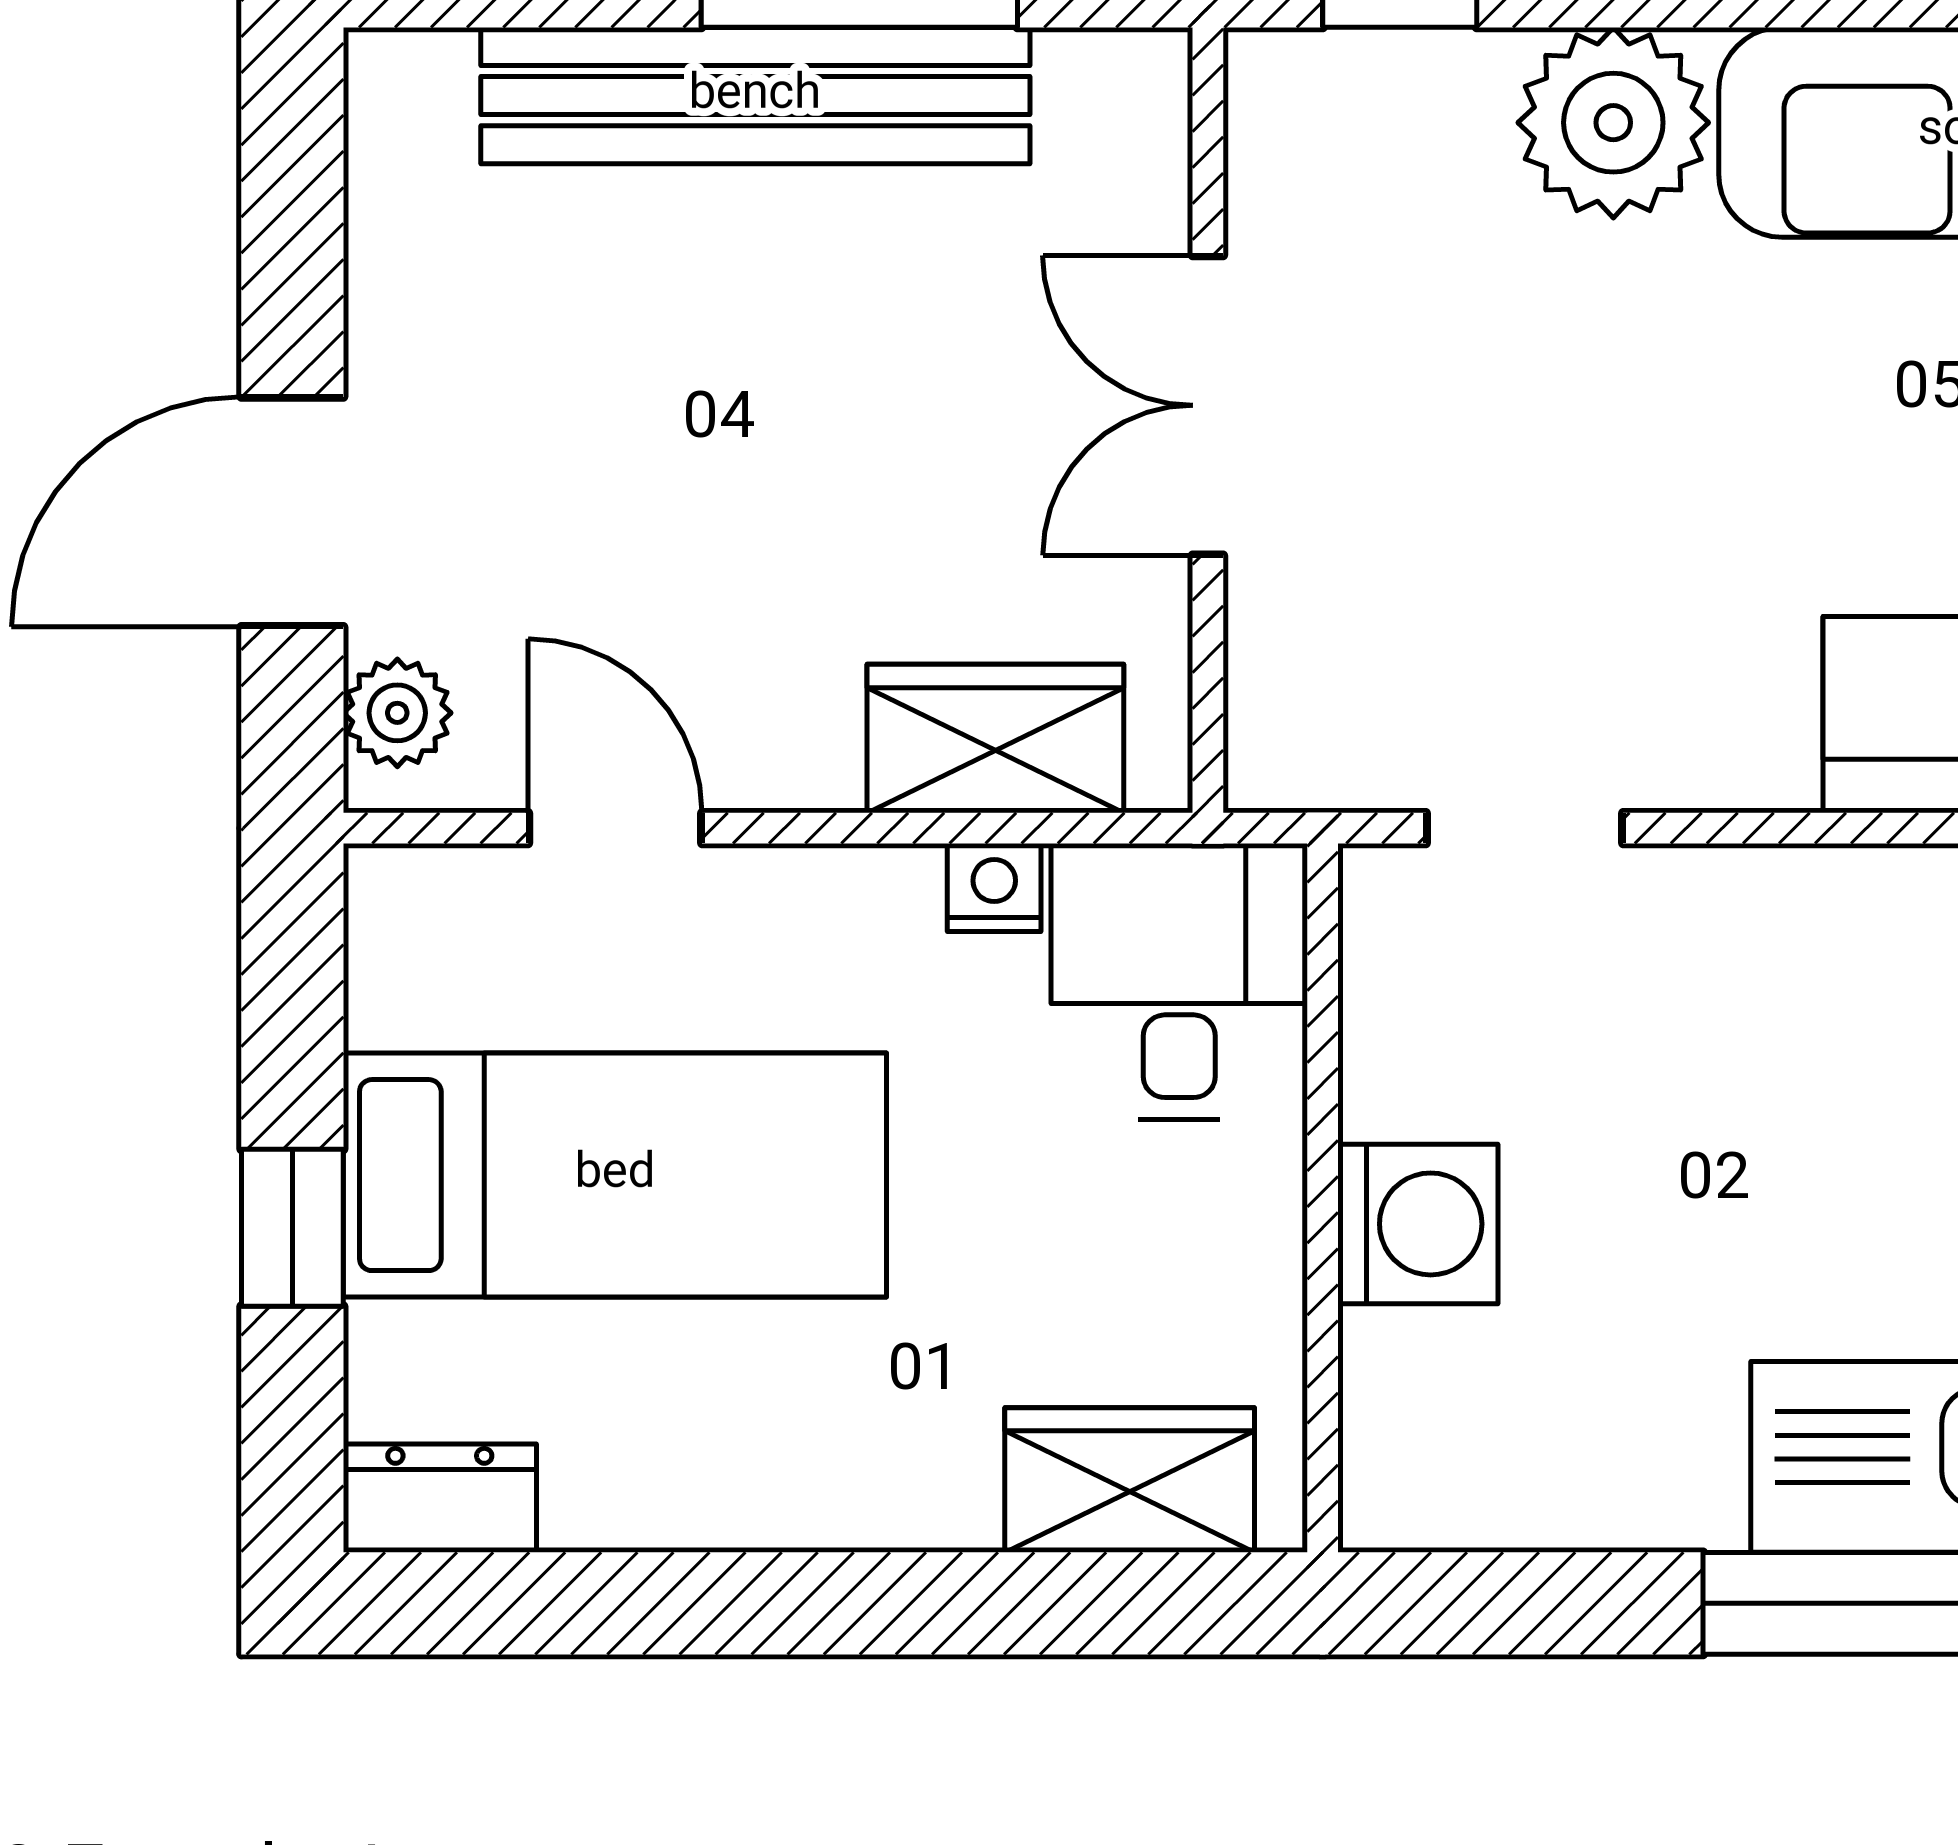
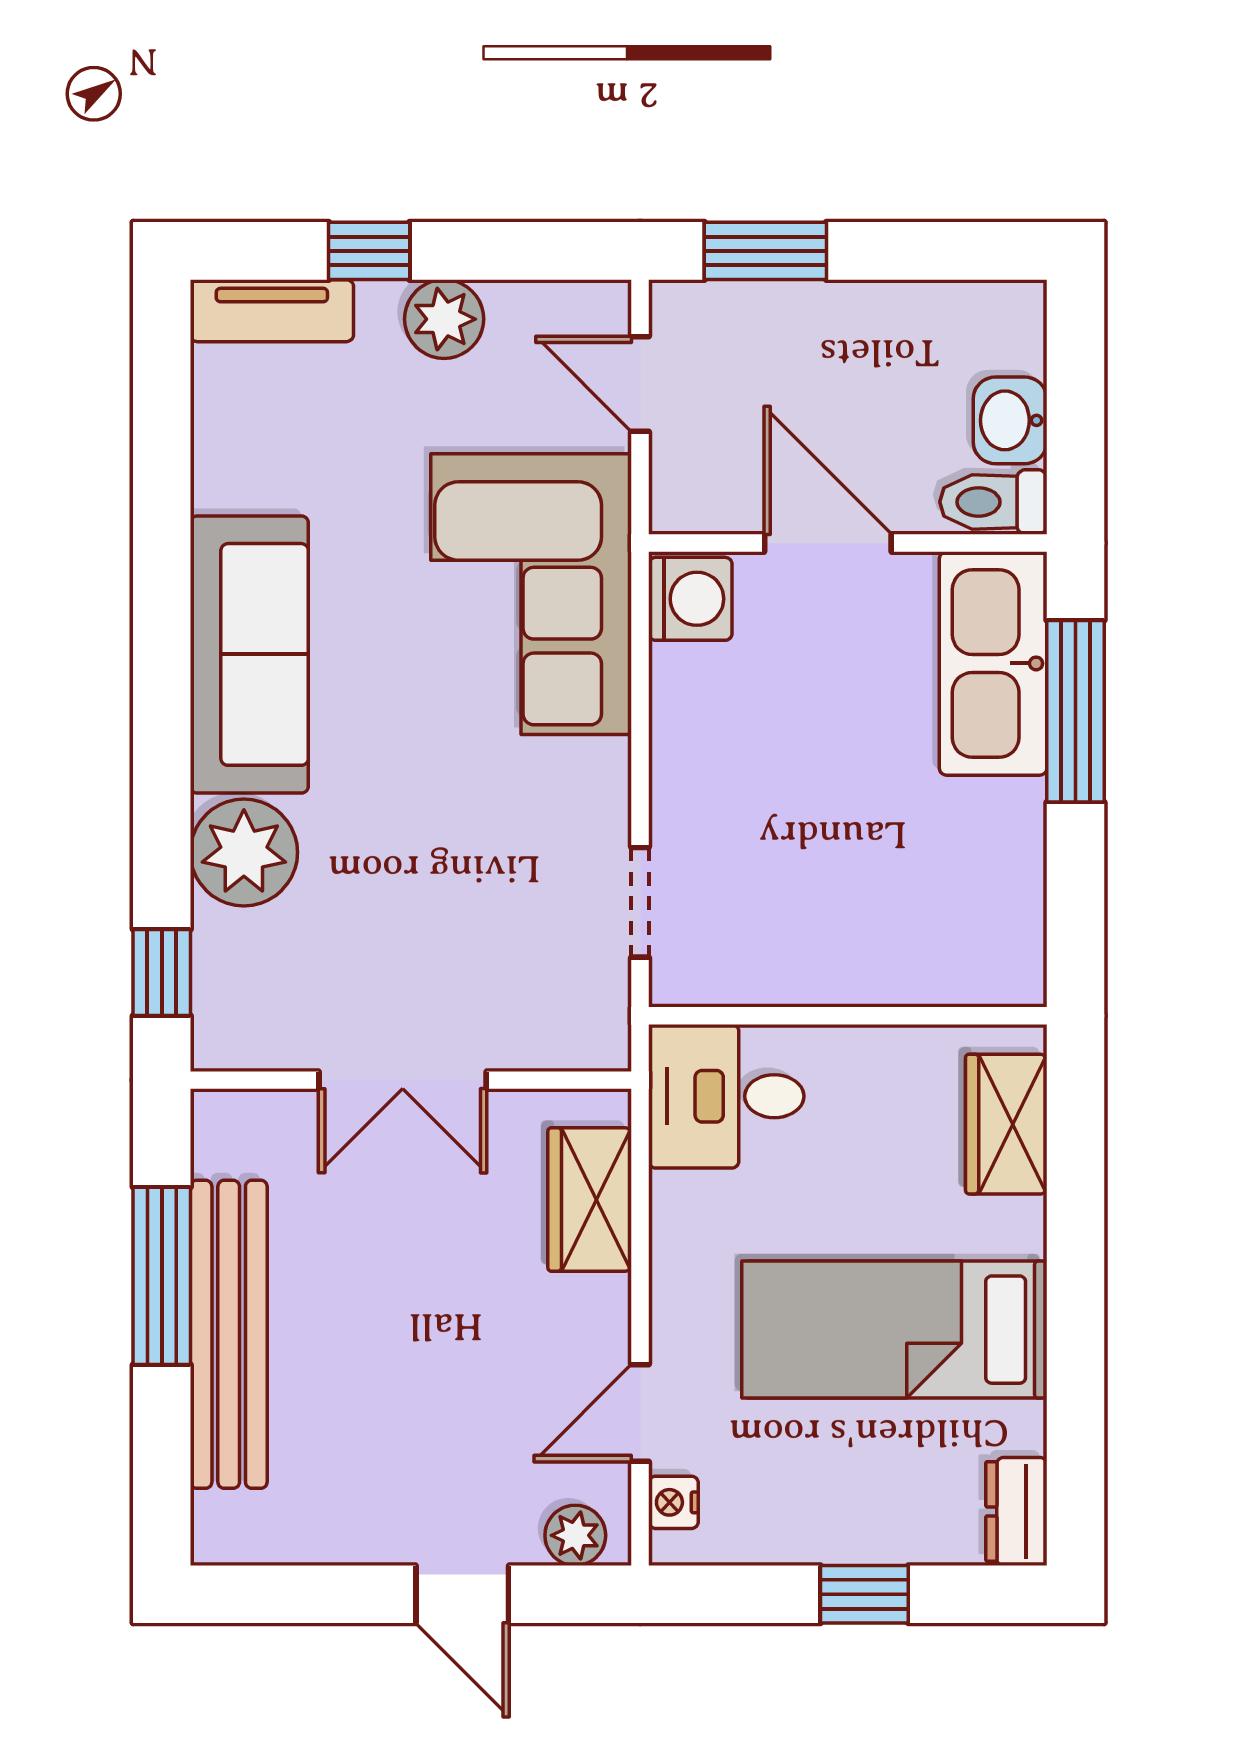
door: (292, 512) -> (462, 1594), width x0.73
nightstand: (994, 888) -> (673, 1502), moved
bed: (615, 1175) -> (894, 1330), moved, turned -90
washing machine: (1418, 1224) -> (862, 962), removed

